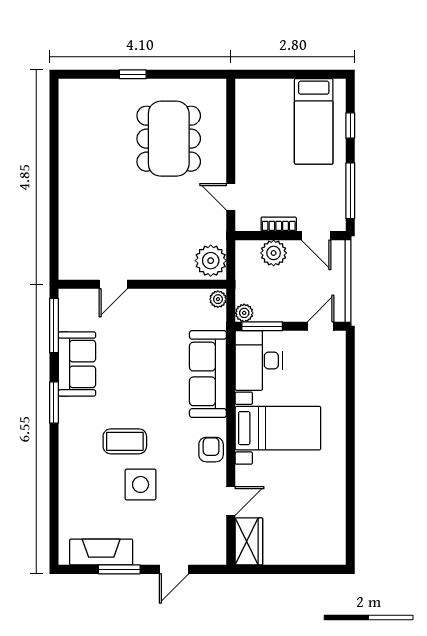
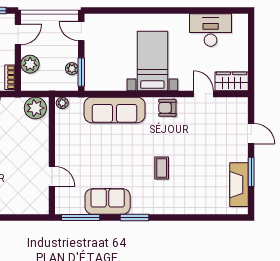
bookcase: (279, 224) -> (10, 77), moved
plant: (244, 313) -> (72, 69), moved
desk: (259, 360) -> (211, 30), moved, turned 180
coffee table: (125, 441) -> (162, 168), width x0.73, depth x0.77
side table: (141, 484) -> (192, 157), removed

